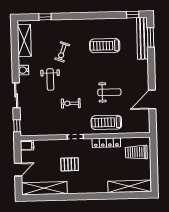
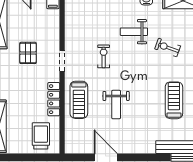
treadmill: (106, 122) -> (79, 100), turned 180

